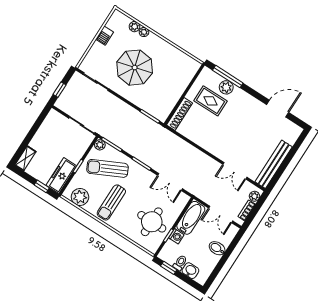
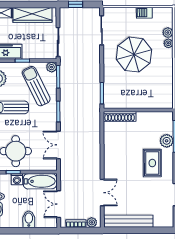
rug: (211, 101) -> (152, 163), moved
wardrobe: (45, 132) -> (33, 15), added
double door: (235, 171) -> (102, 193), swing flipped

